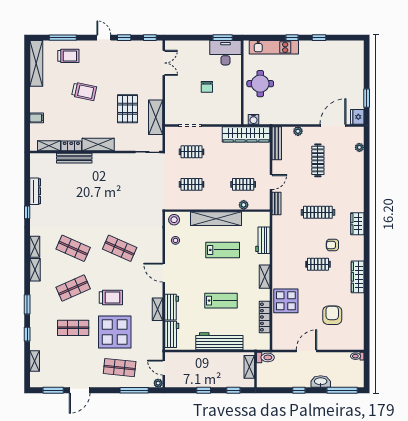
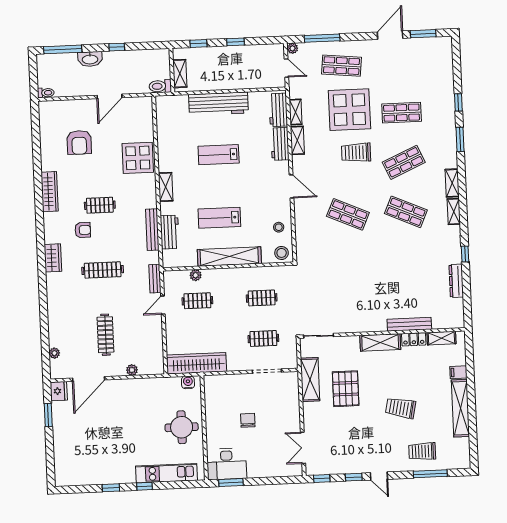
shelving: (36, 63) -> (460, 408), moved
bench: (277, 143) -> (152, 230), moved
locker: (265, 317) -> (163, 137), removed
shelving: (35, 361) -> (296, 112), moved

